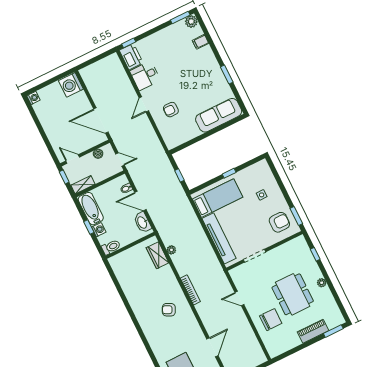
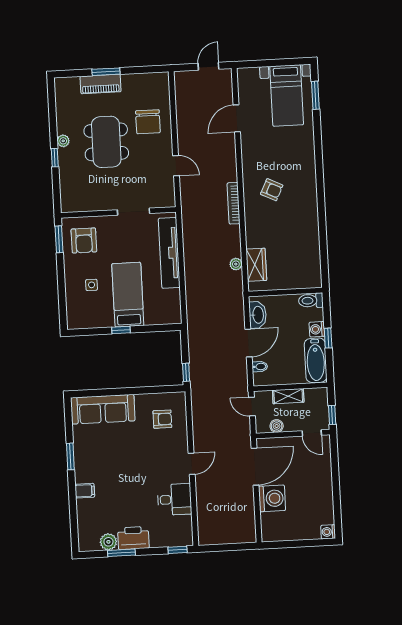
window: (180, 18) -> (121, 553), moved
plant: (191, 22) -> (108, 542), moved
filing cabinet: (200, 42) -> (85, 491), moved
printer: (131, 57) -> (133, 538), moved, turned 90
washing machine: (71, 85) -> (272, 498), moved
armchair: (171, 110) -> (162, 419), moved
door: (101, 120) -> (255, 467), hinge flipped
window: (179, 175) -> (186, 372), moved
shelving: (83, 185) -> (288, 396), moved
bed: (218, 198) -> (128, 295), moved, turned 90
door: (140, 201) -> (249, 343), hinge flipped
armchair: (279, 222) -> (84, 240), turned -90
window: (315, 254) -> (55, 158), moved
chair: (271, 320) -> (148, 122), turned -90
window: (333, 331) -> (106, 72), moved

